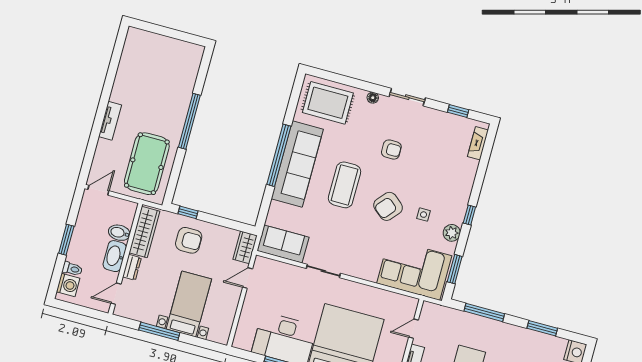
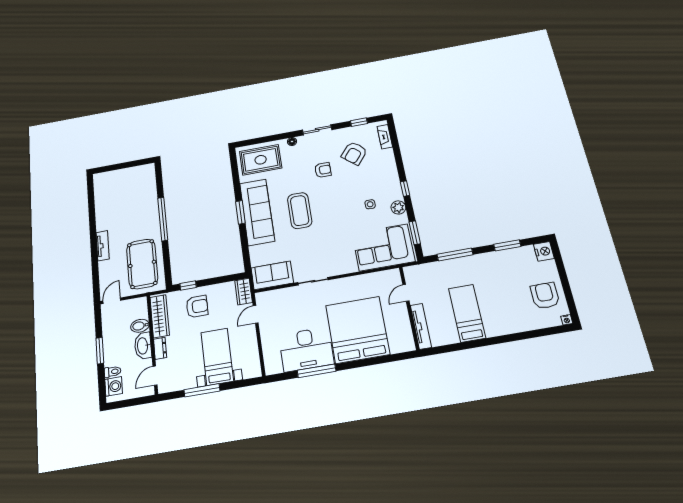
window: (279, 155) -> (240, 212), width x0.47
armchair: (388, 206) -> (354, 153), moved

